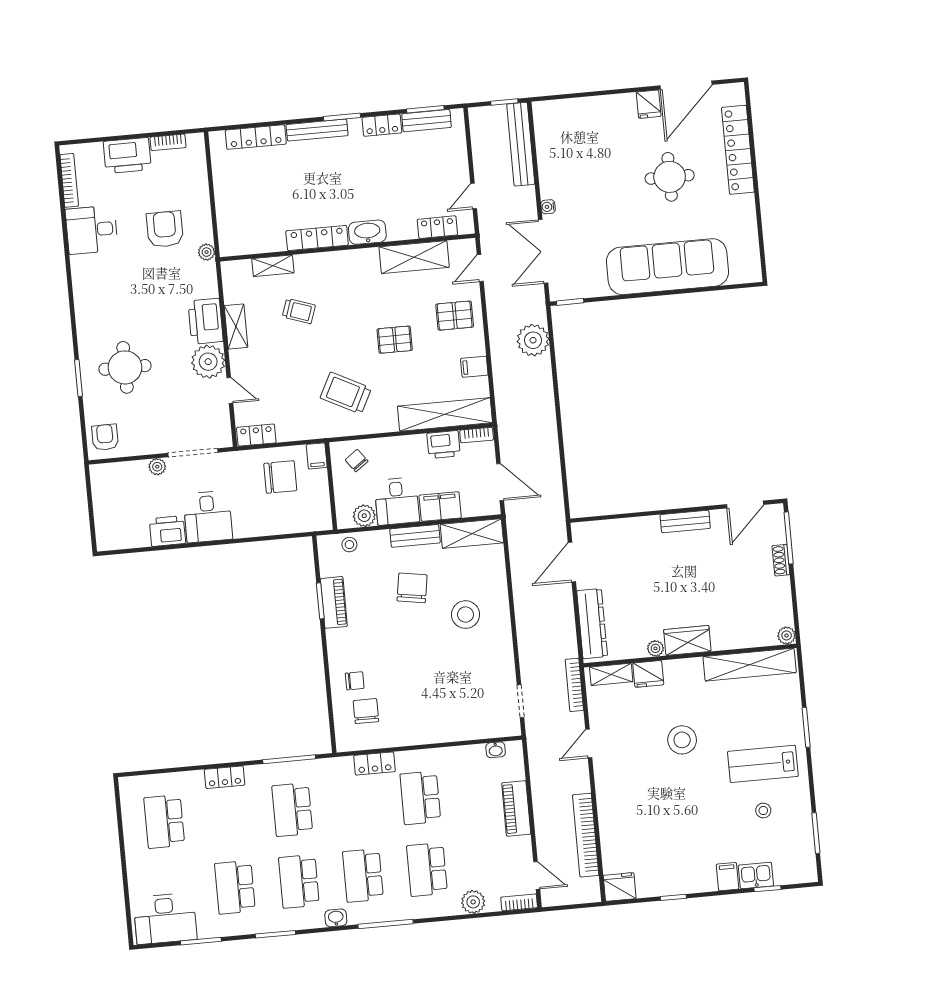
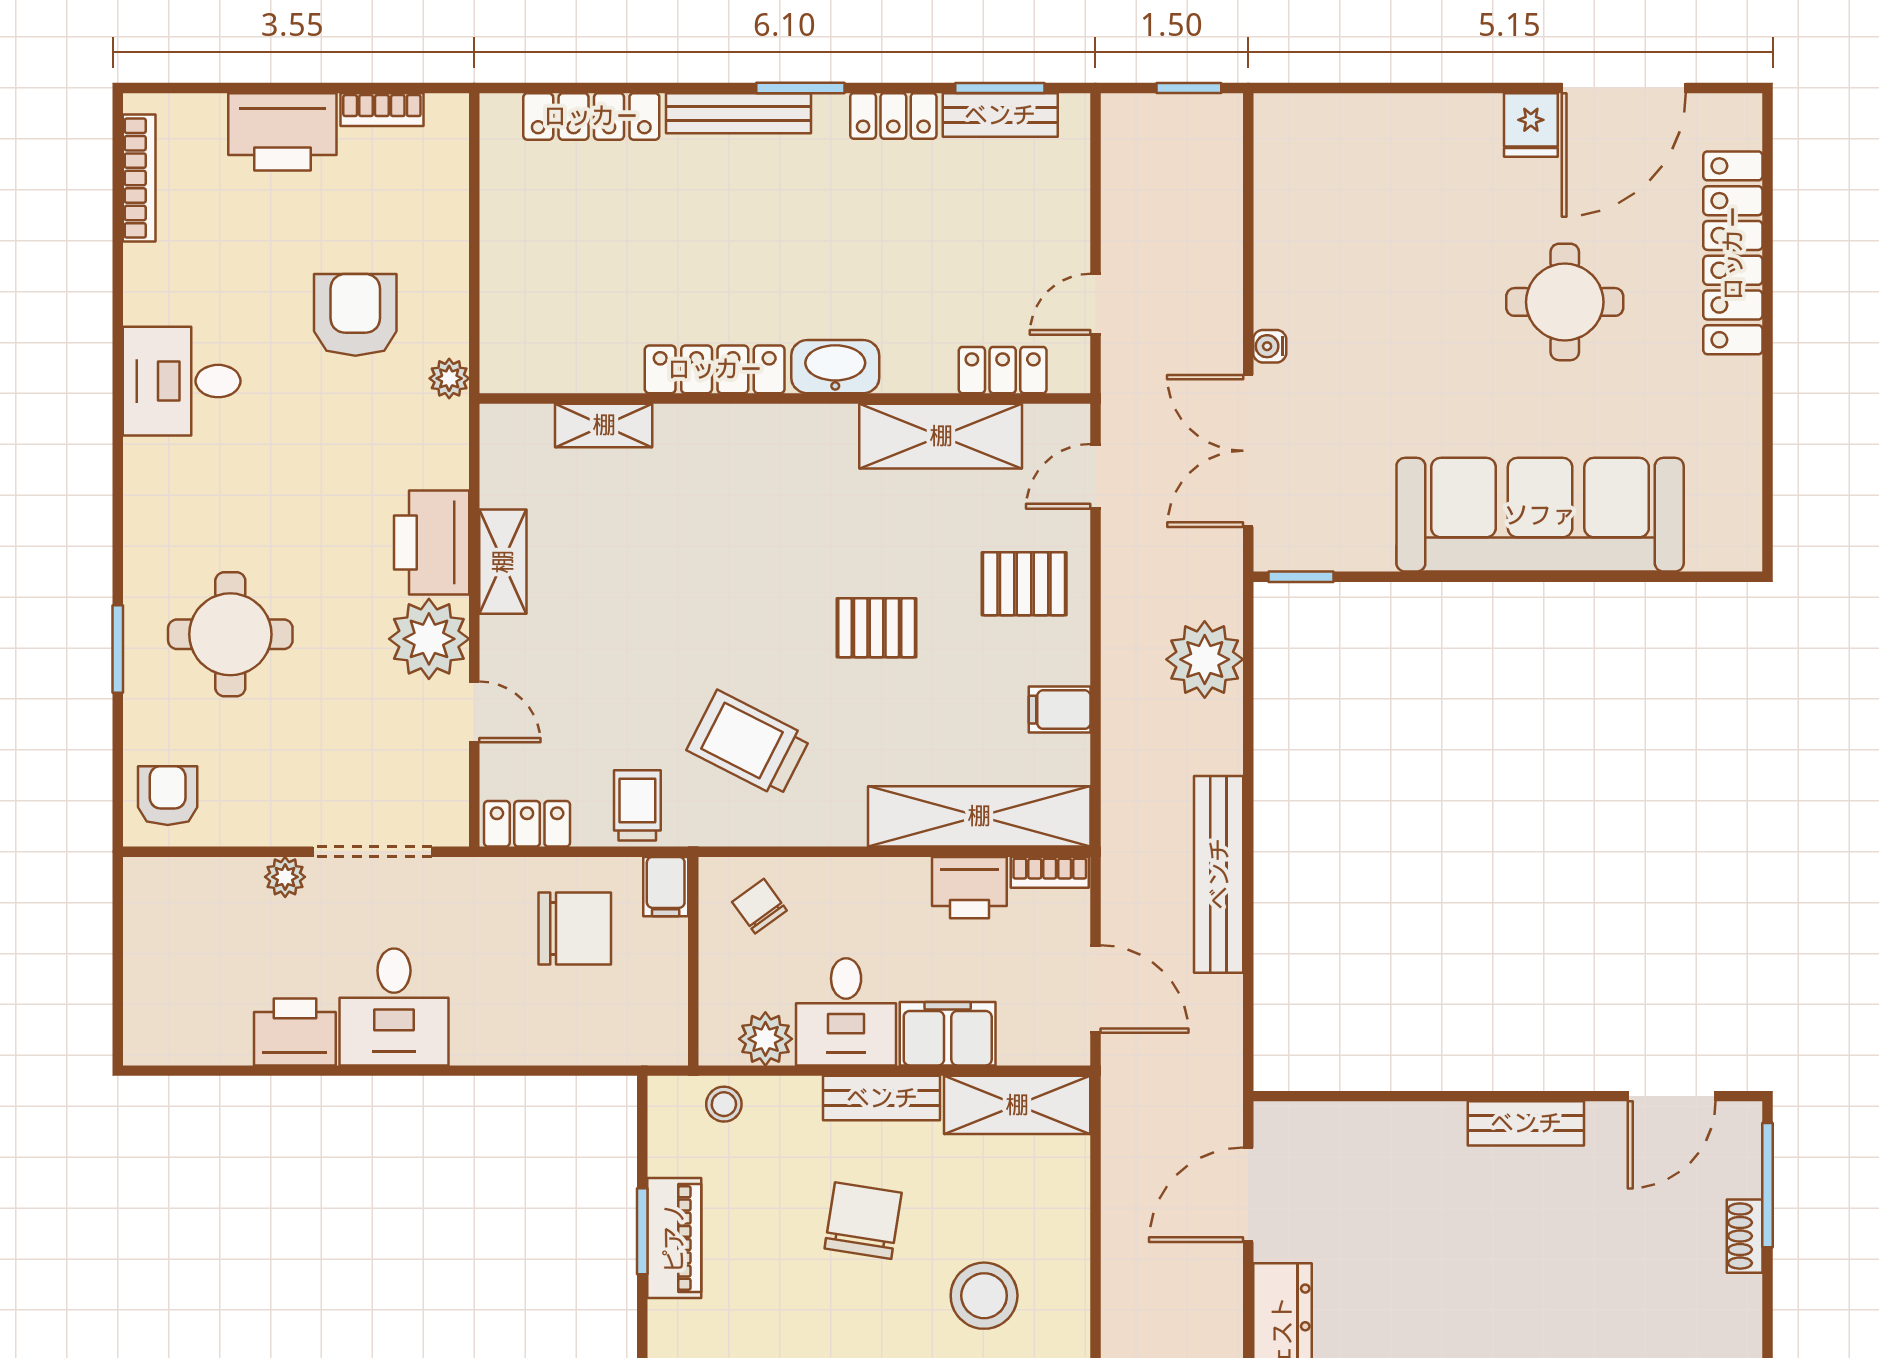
bench: (521, 144) -> (1219, 874), moved
desk: (92, 230) -> (182, 381), moved
trolley: (299, 311) -> (637, 805), moved, turned -109

